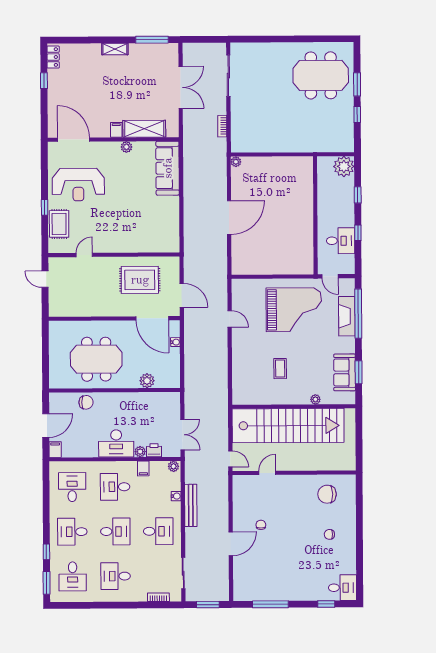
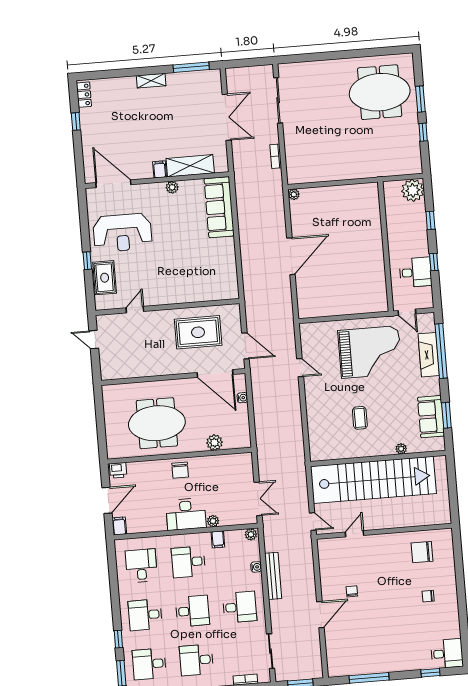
chair: (86, 402) -> (180, 470), moved, turned 90
printer: (154, 450) -> (118, 470), moved, turned 180
desk: (73, 576) -> (149, 664), turned 90

